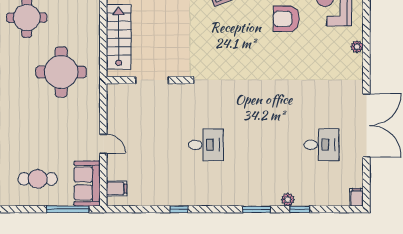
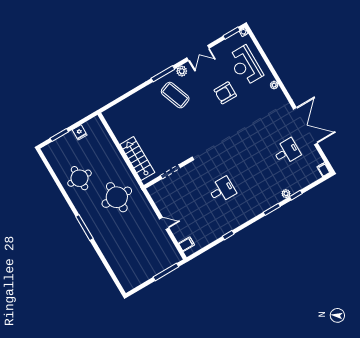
cafe table: (38, 179) -> (139, 265), removed
sofa: (87, 183) -> (168, 251), removed

